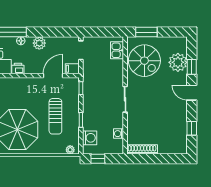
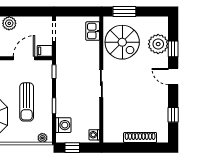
washing machine: (118, 134) -> (94, 135), moved
shoe rack: (142, 149) -> (140, 138), moved

